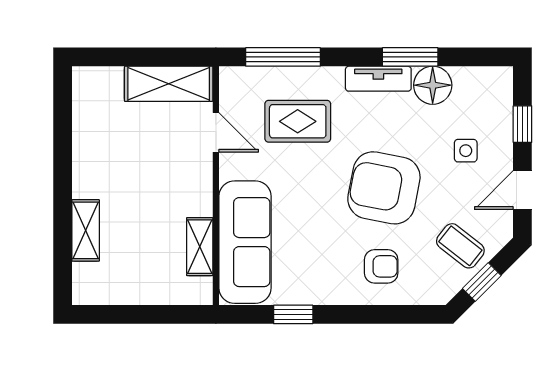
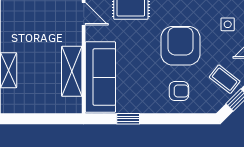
armchair: (384, 188) -> (181, 46), turned 79
shelving: (200, 247) -> (72, 71), width x1.50, depth x1.33

